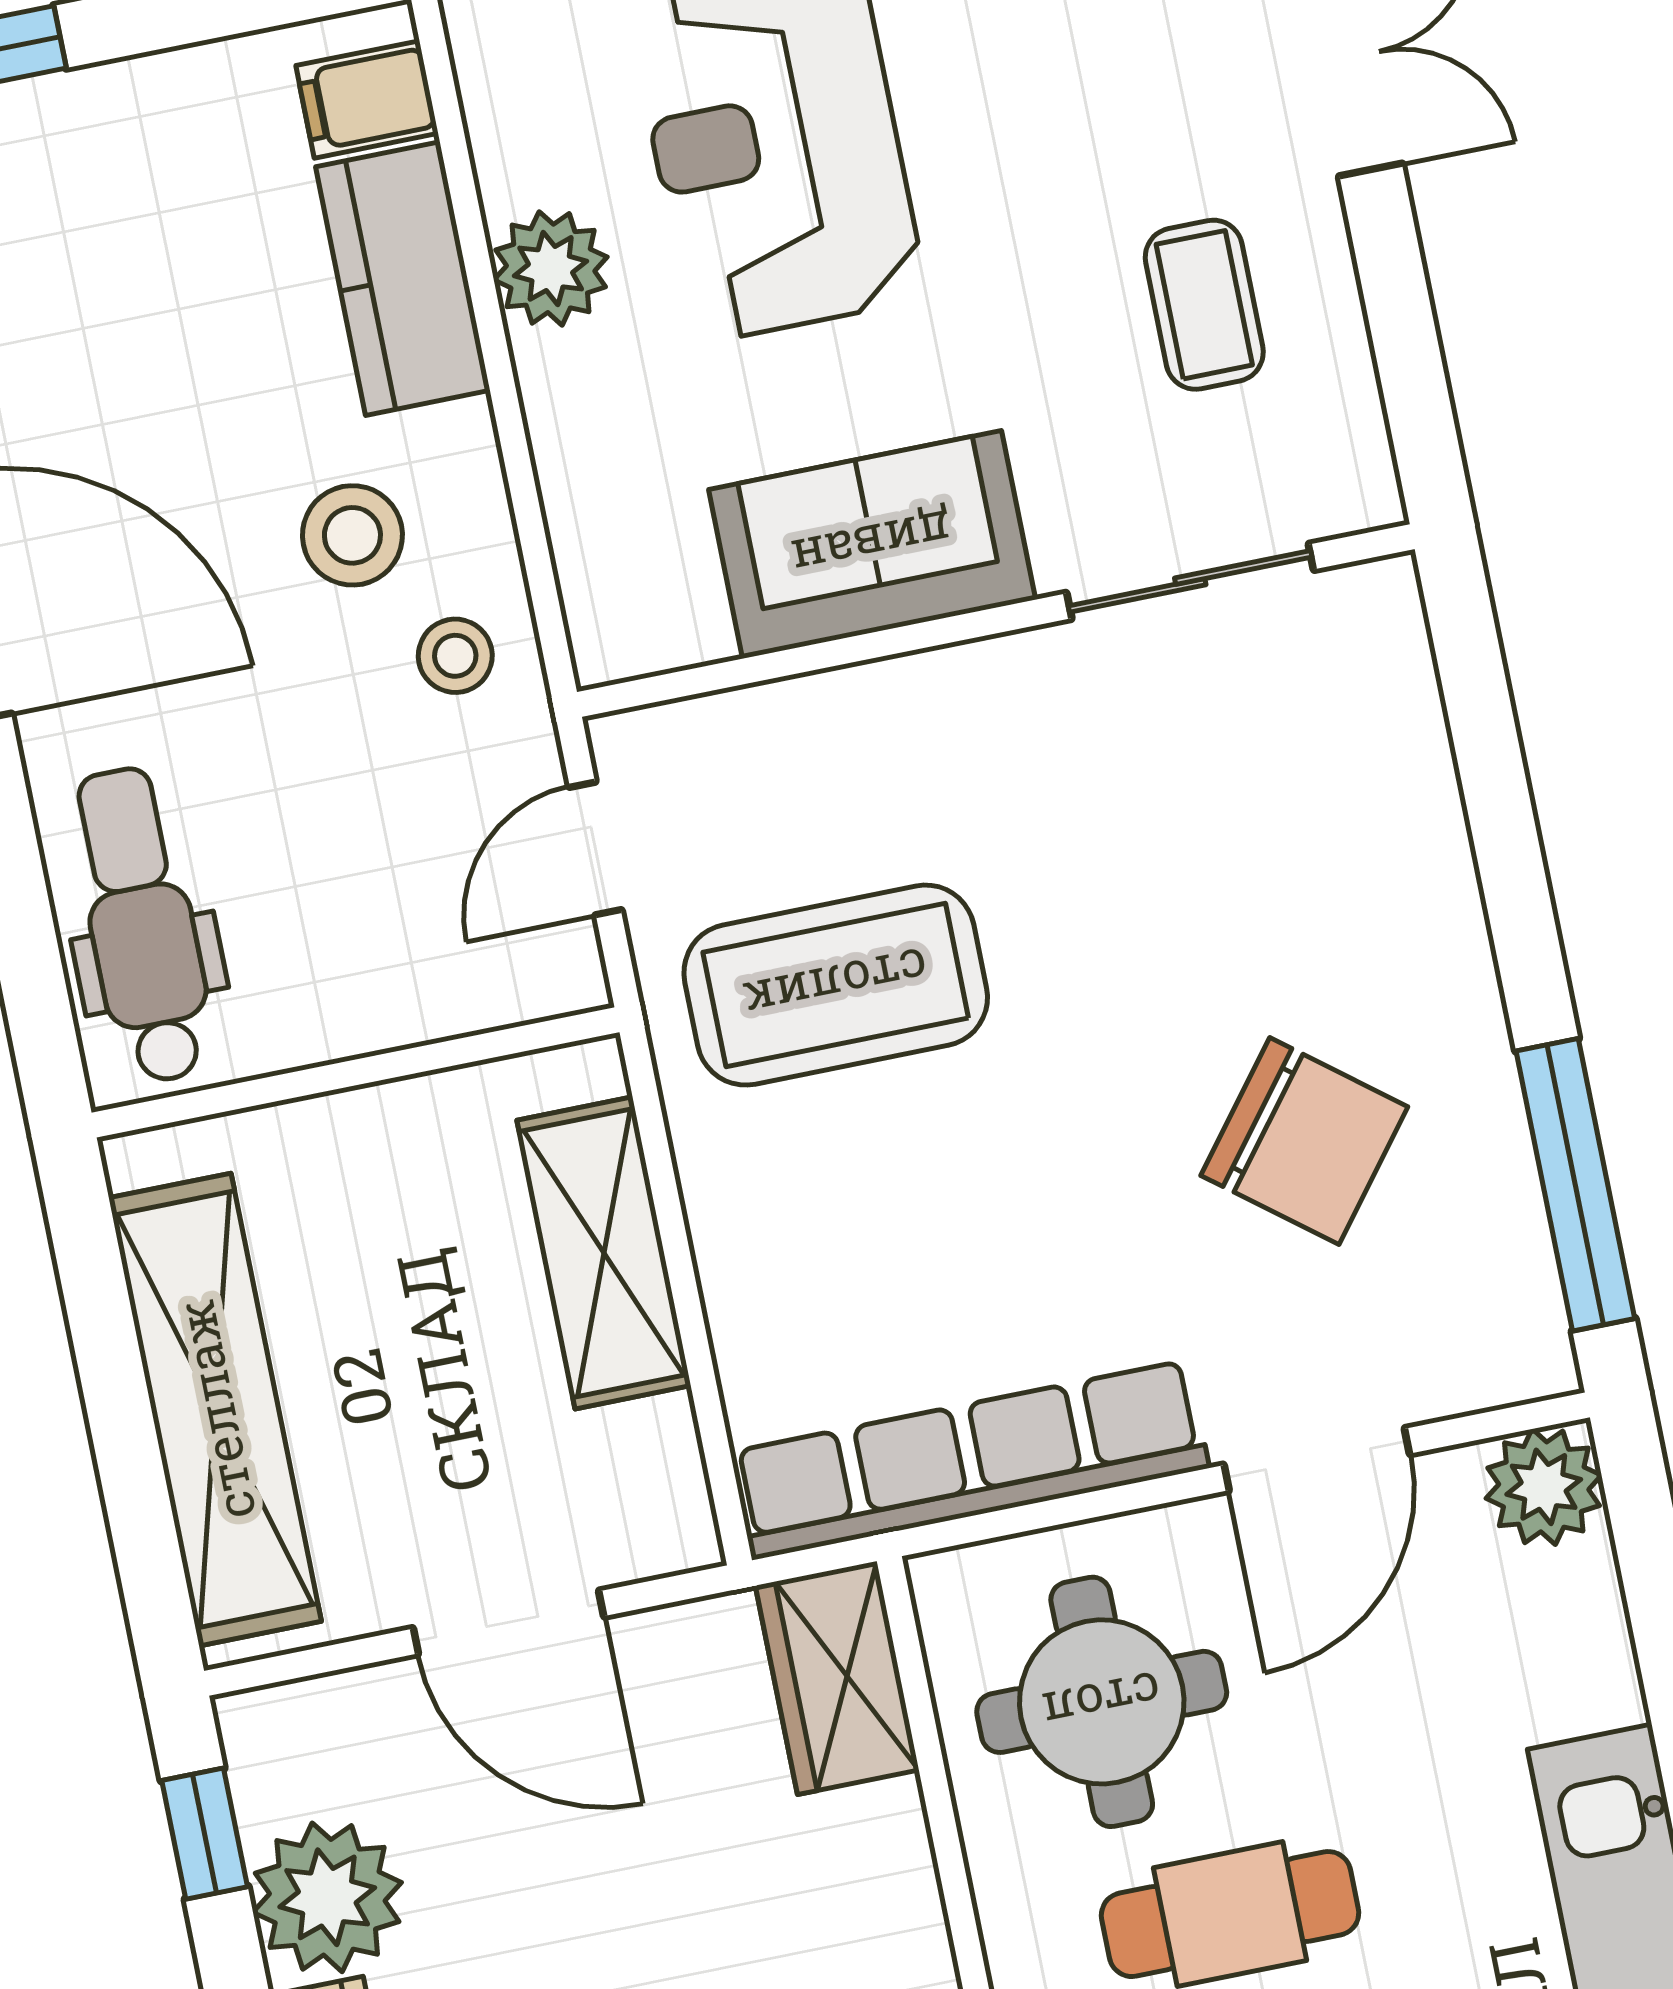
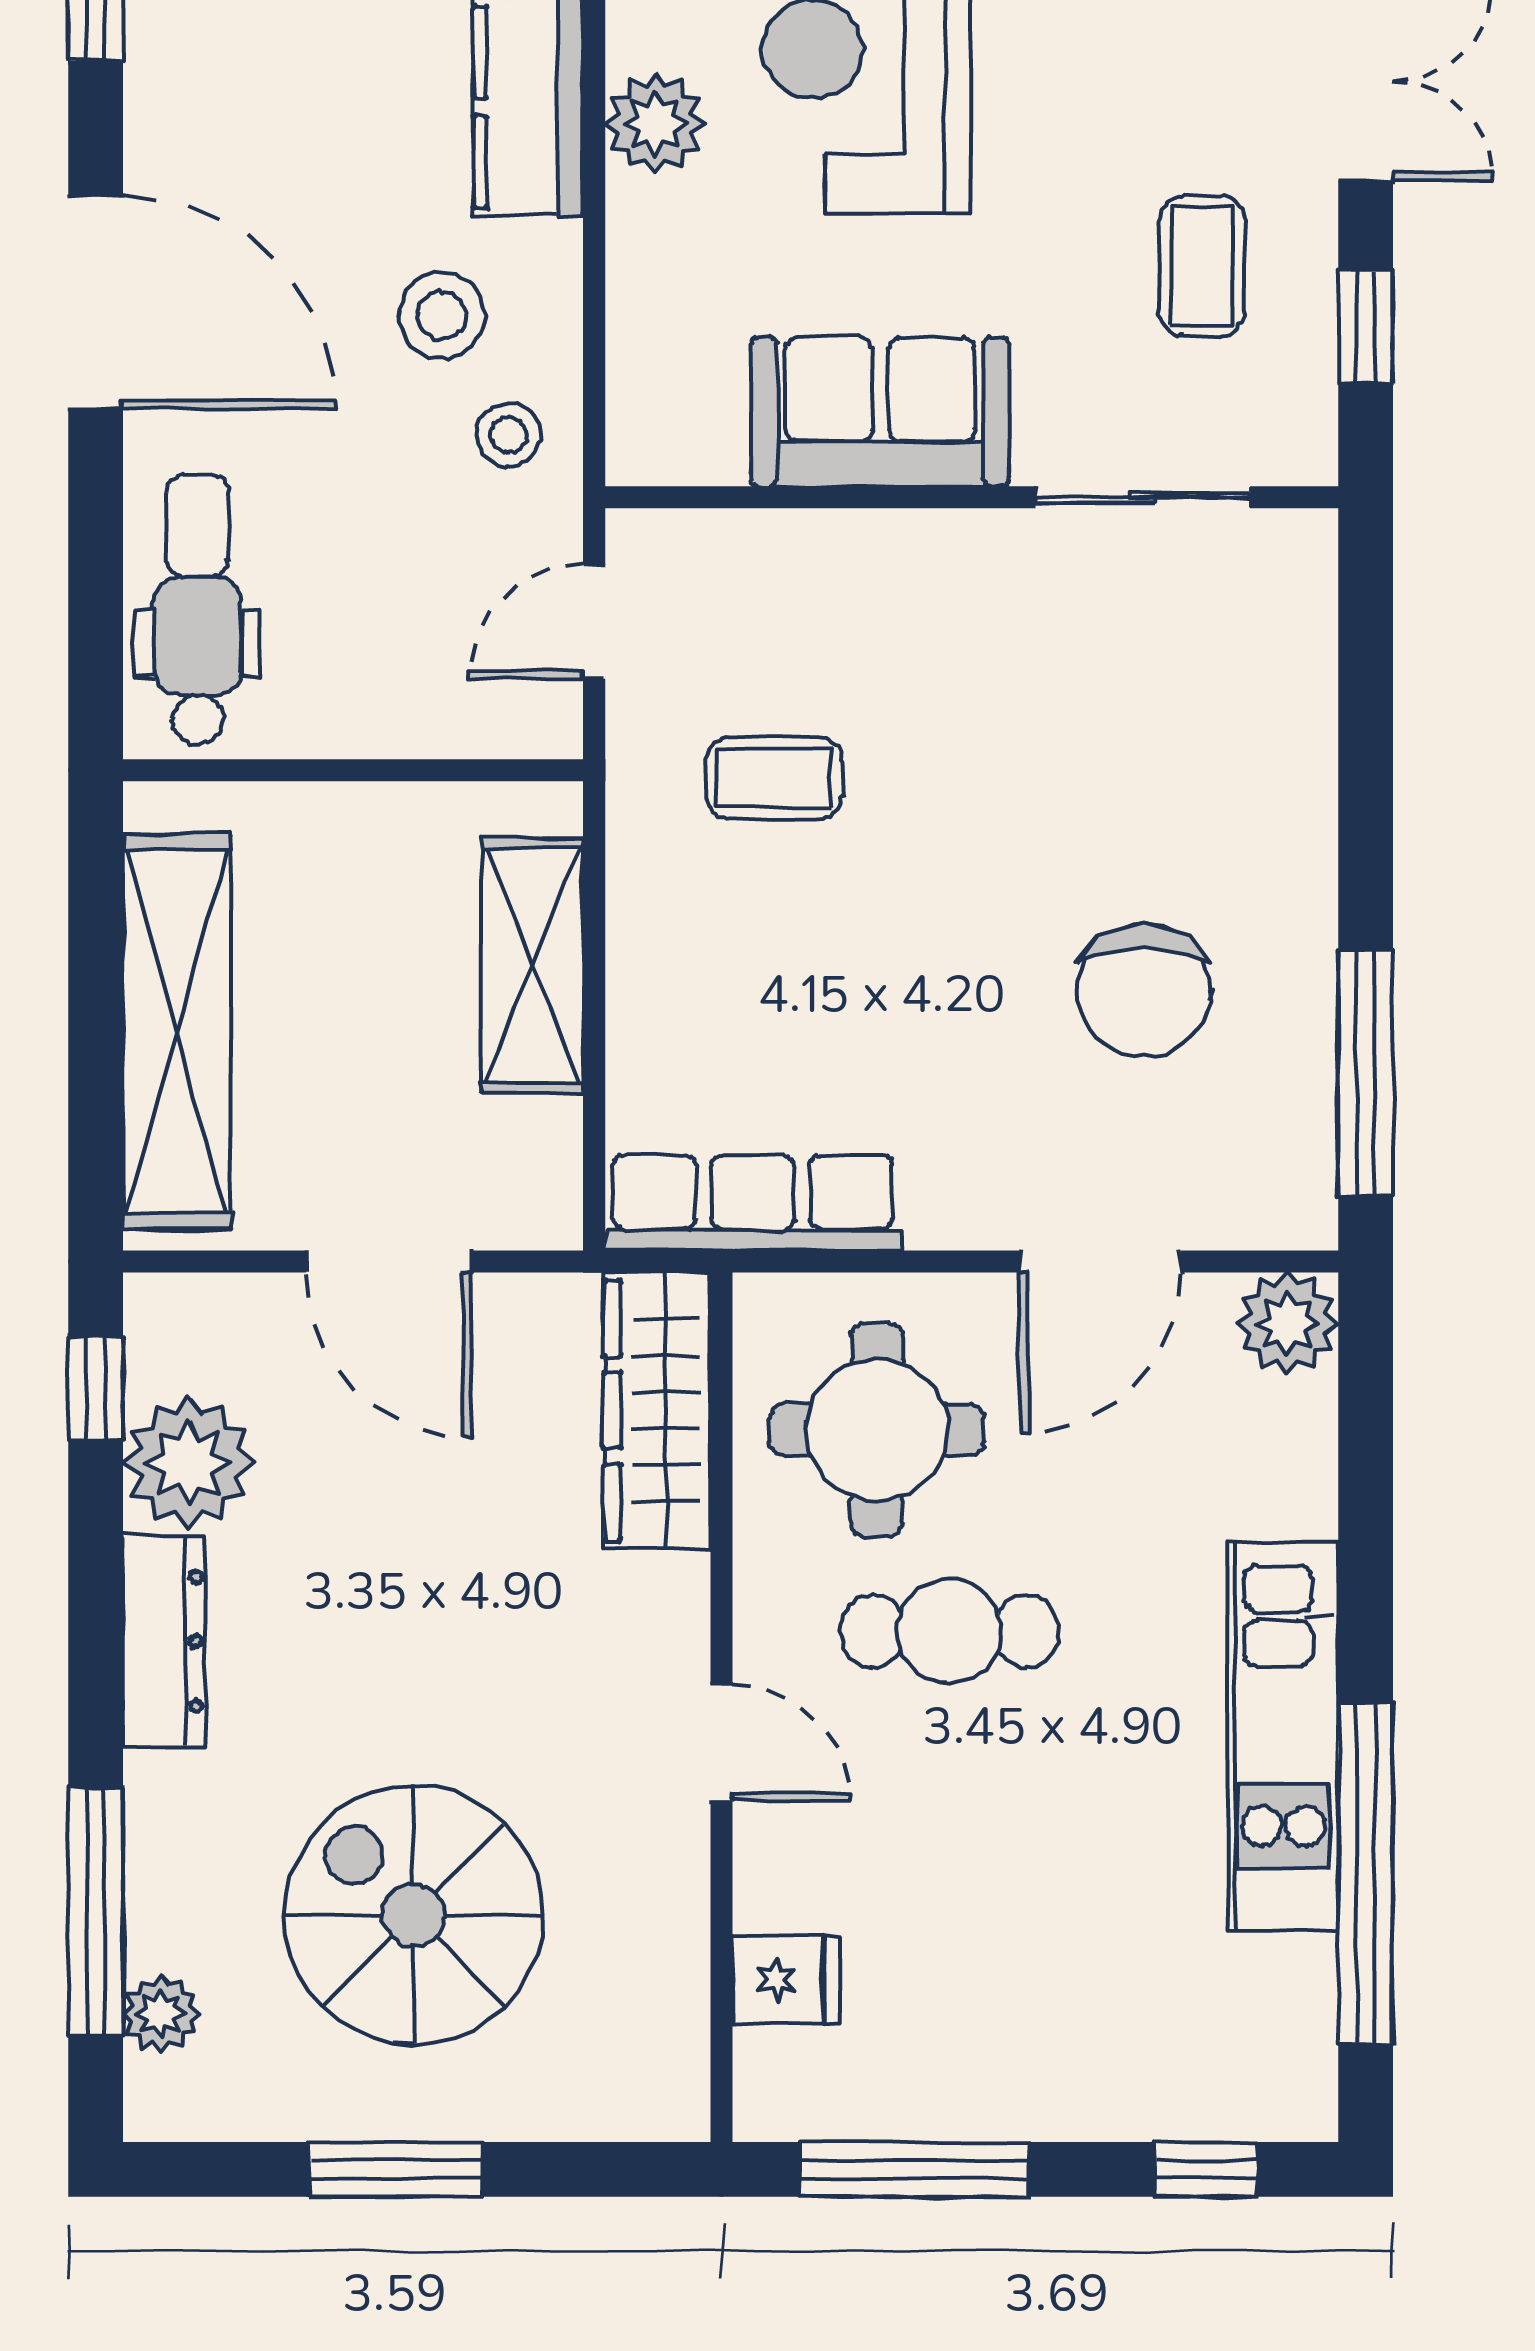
window: (1404, 336) -> (1366, 326), added
coffee table: (836, 985) -> (774, 778), width x0.54, depth x0.58
chair: (1304, 1141) -> (1144, 990), turned 52
row of seats: (970, 1460) -> (753, 1203), width x0.73
wardrobe: (837, 1678) -> (657, 1410), width x1.50

